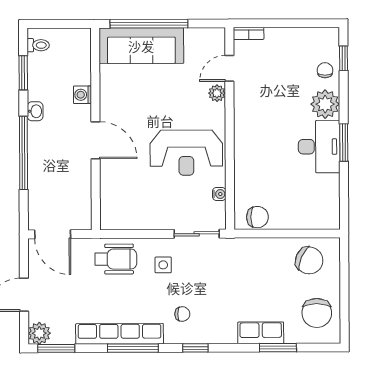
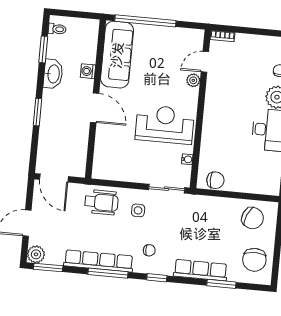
sofa: (141, 46) -> (117, 55), moved, turned -90
washbasin: (35, 111) -> (53, 74), width x1.91, depth x1.45
window: (23, 153) -> (37, 112), width x0.47
reception desk: (186, 153) -> (165, 124), turned 180
row of seats: (261, 333) -> (201, 270), width x1.48

